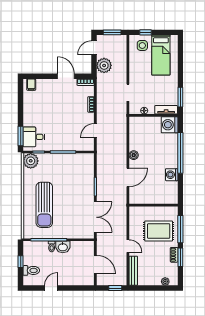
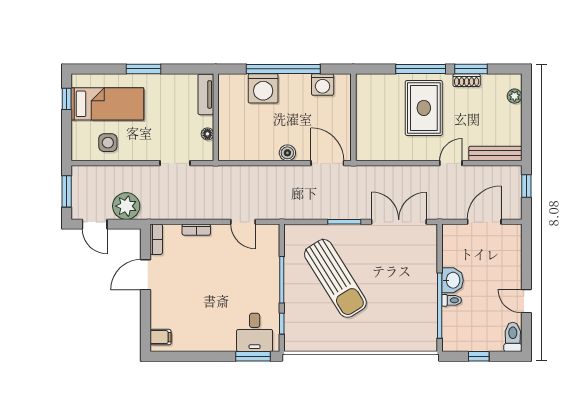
window: (146, 32) -> (67, 99), moved
side table: (142, 45) -> (108, 143), moved
window: (180, 97) -> (143, 69), moved
washing machine: (170, 125) -> (263, 88), moved
plant: (31, 161) -> (298, 338), removed
sun lounger: (44, 205) -> (335, 278), moved, turned 58
wall: (153, 205) -> (353, 117), moved
toilet: (31, 270) -> (513, 337), moved

